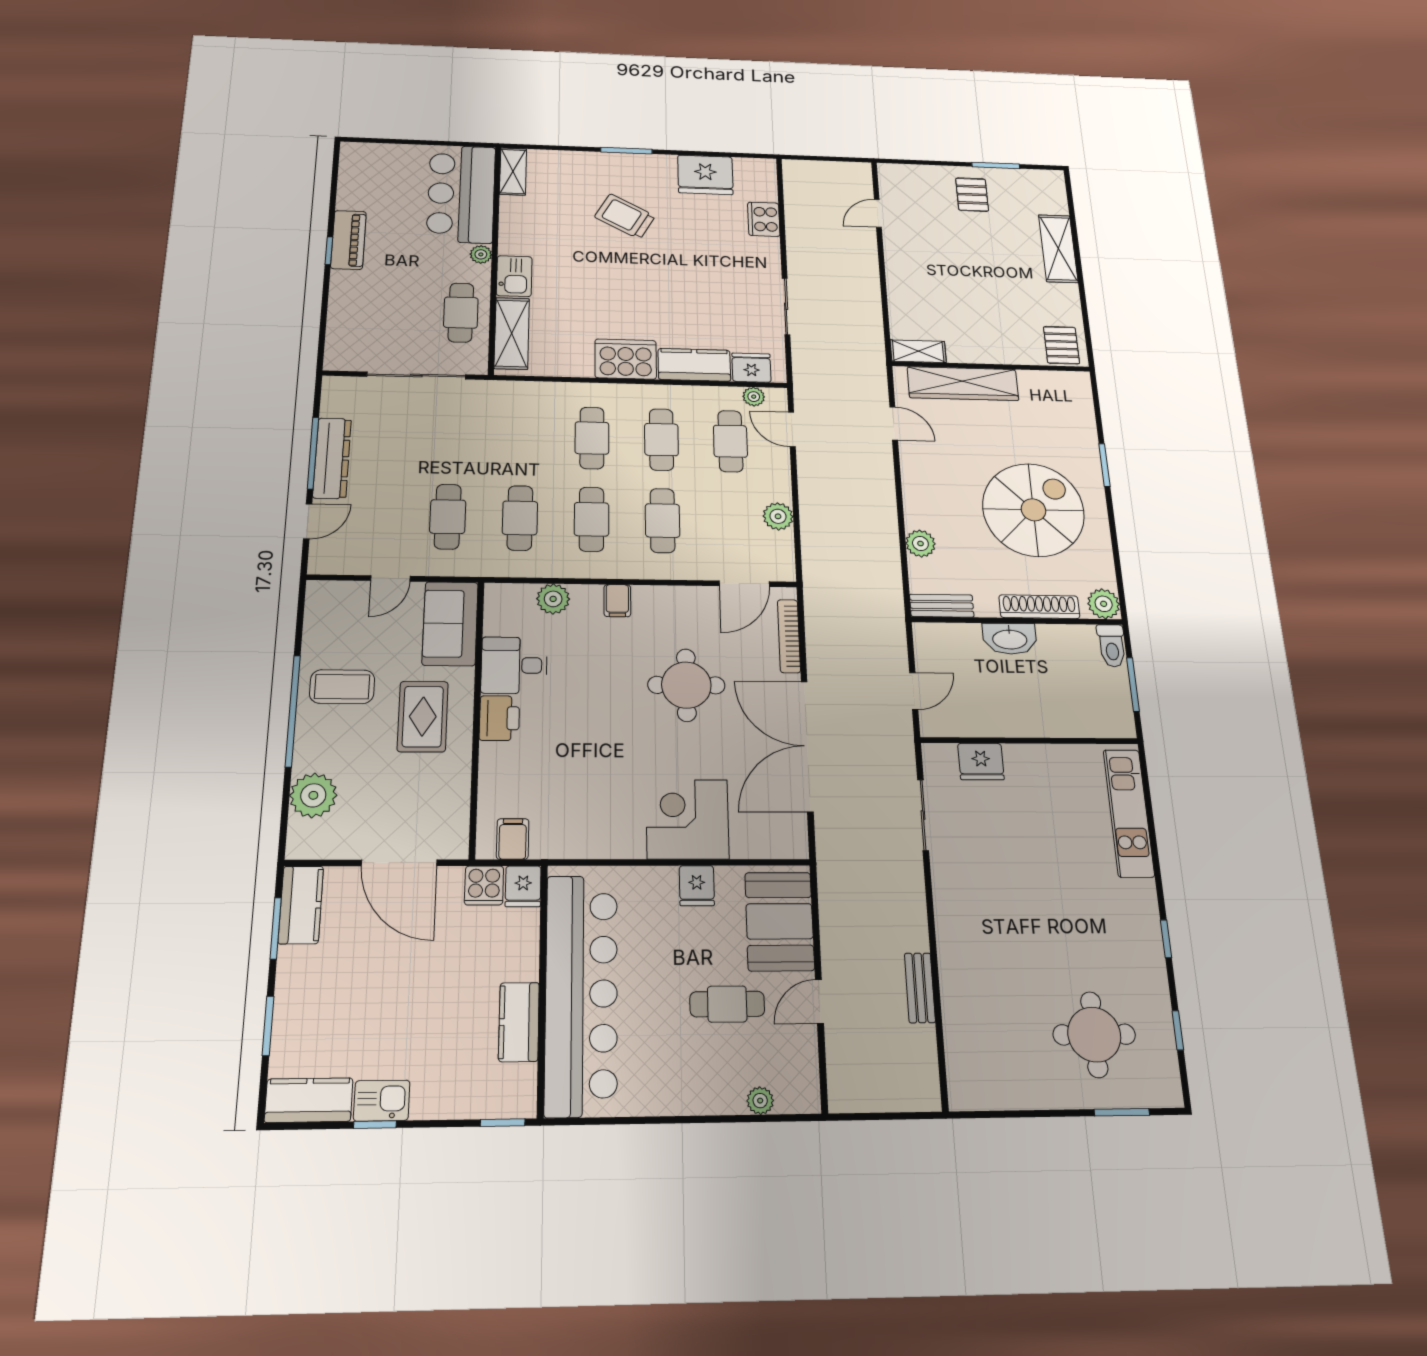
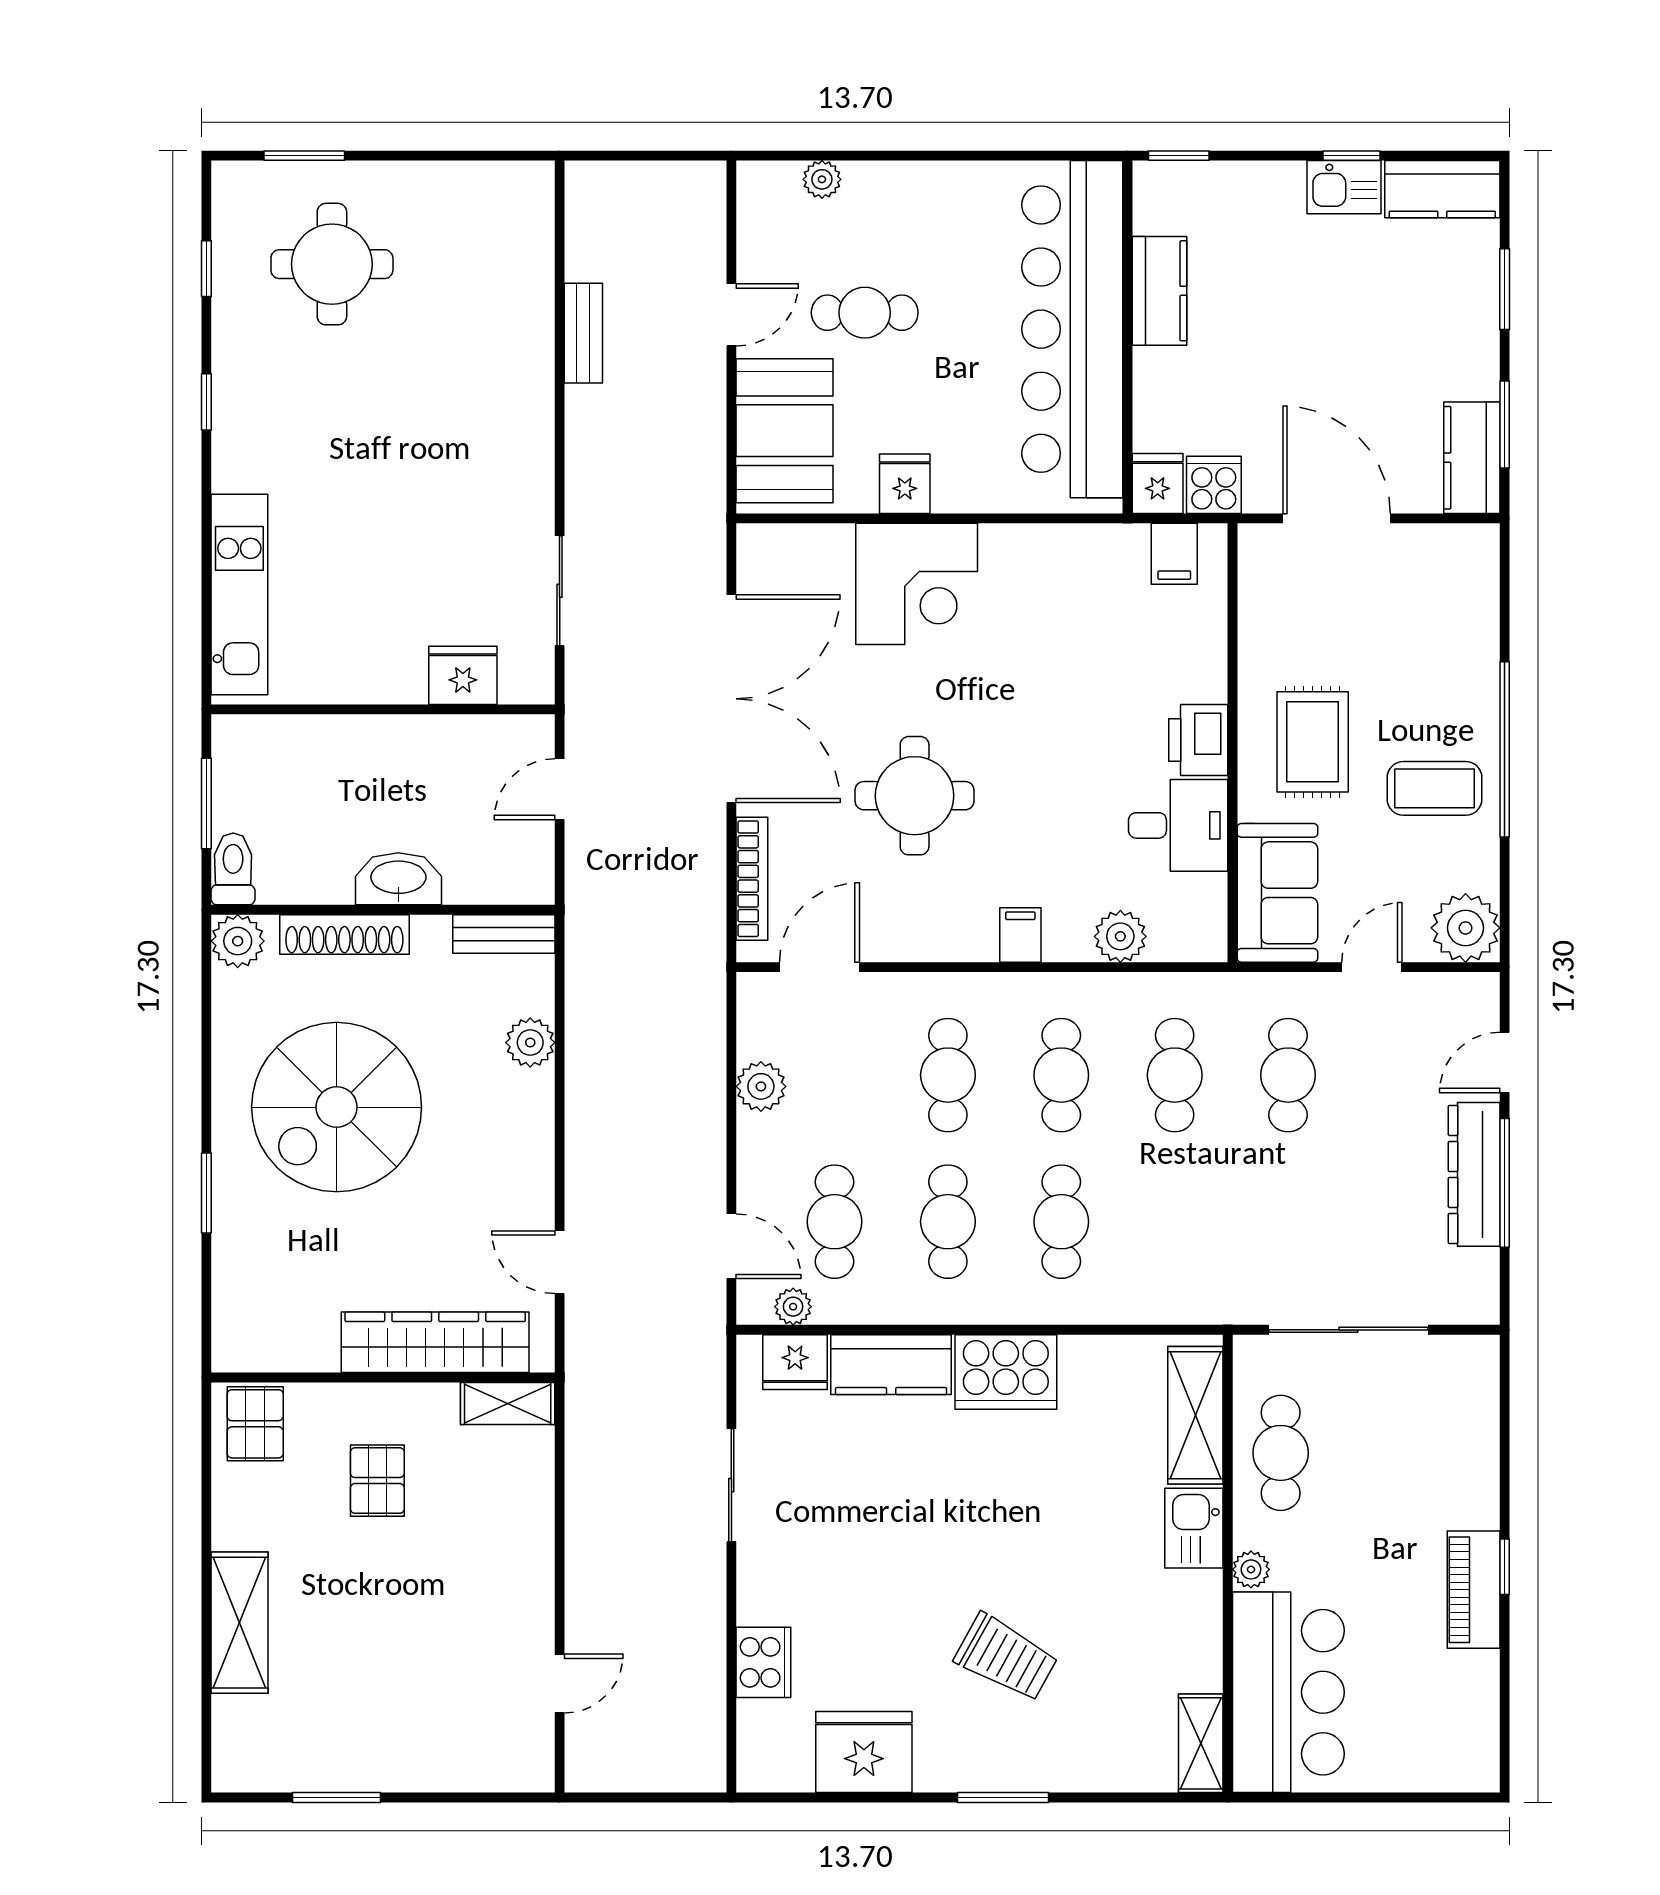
pallet: (972, 195) -> (377, 1481), moved
plant: (313, 795) -> (1466, 928), moved

